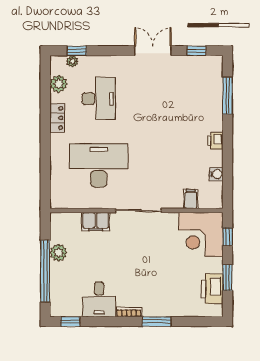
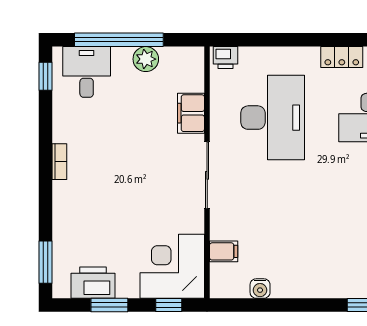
printer: (215, 141) -> (226, 57), moved, turned 180
desk: (99, 299) -> (87, 72), moved, turned 90
window: (157, 322) -> (46, 262), moved

